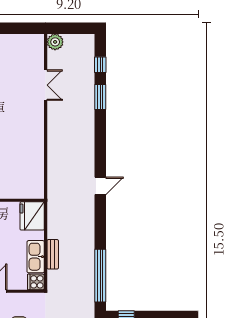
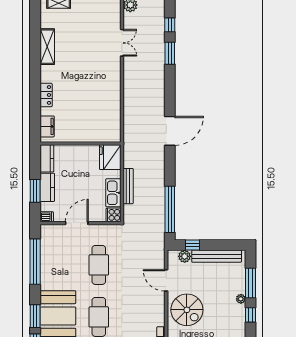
door: (100, 186) -> (170, 131), width x1.88
bench: (53, 254) -> (128, 186), width x1.36

